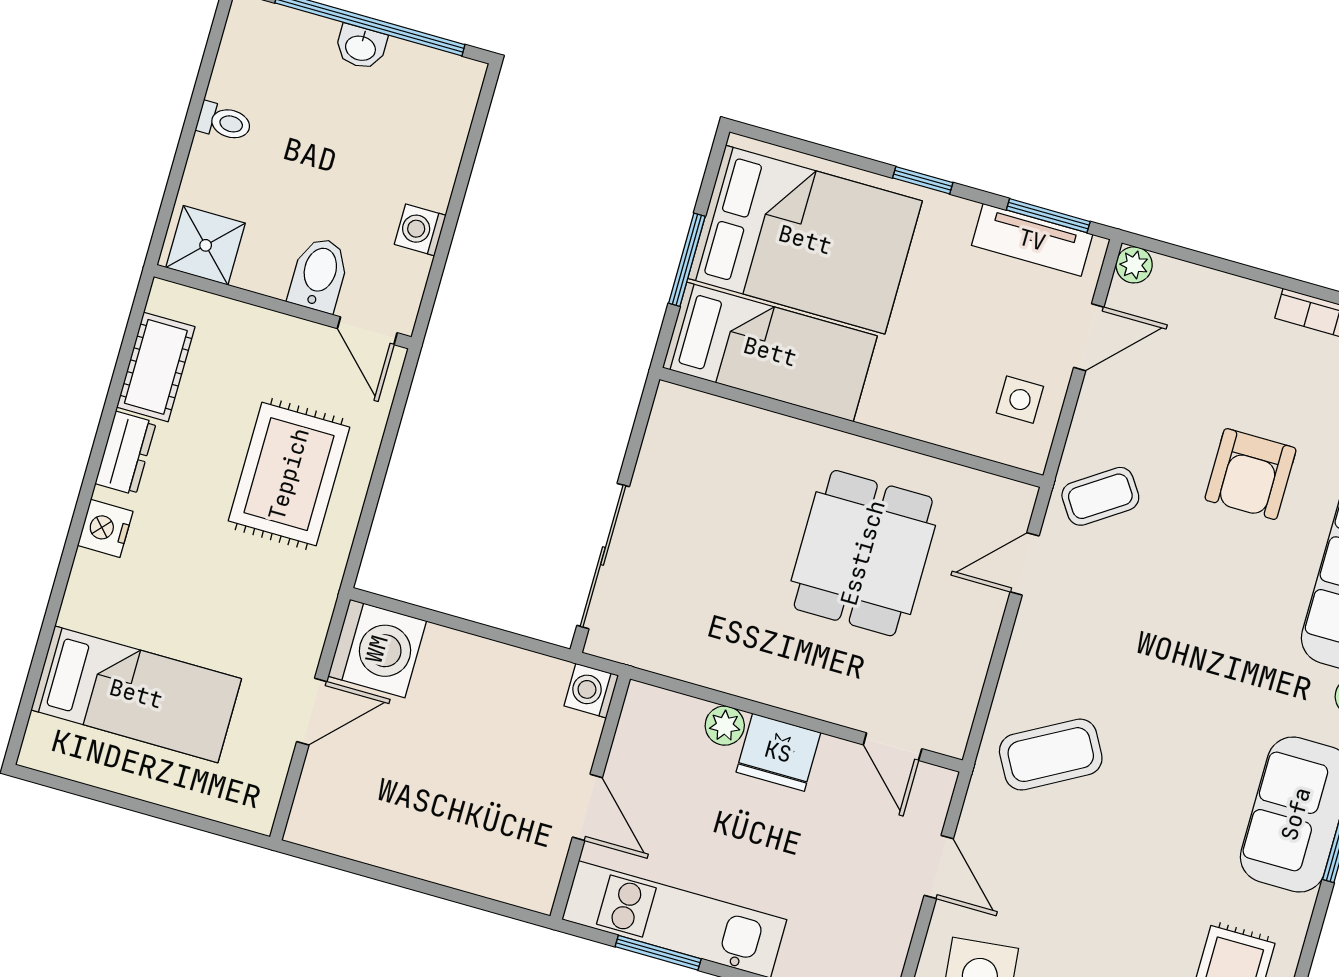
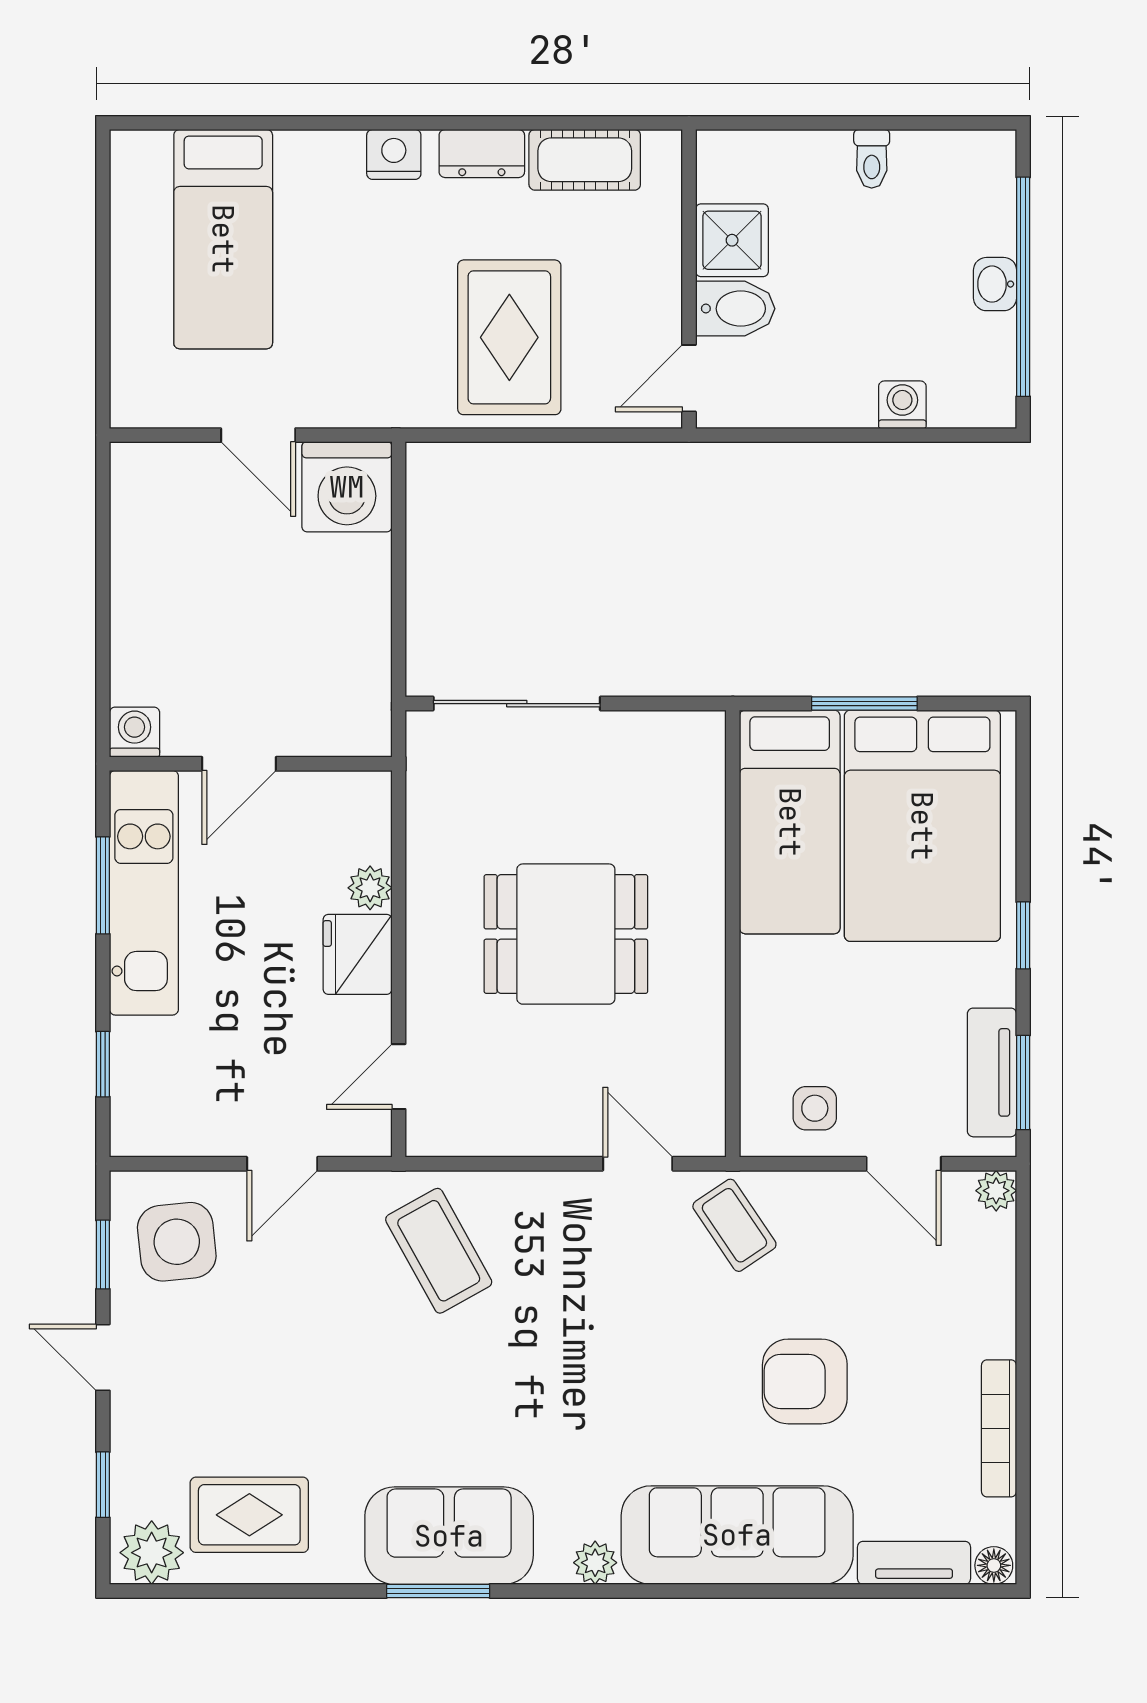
washing machine: (420, 230) -> (902, 405), moved
shower: (206, 245) -> (732, 240), moved
rug: (289, 474) -> (509, 337), turned 90
dining table: (863, 553) -> (566, 934), moved
washing machine: (591, 691) -> (135, 732), moved

